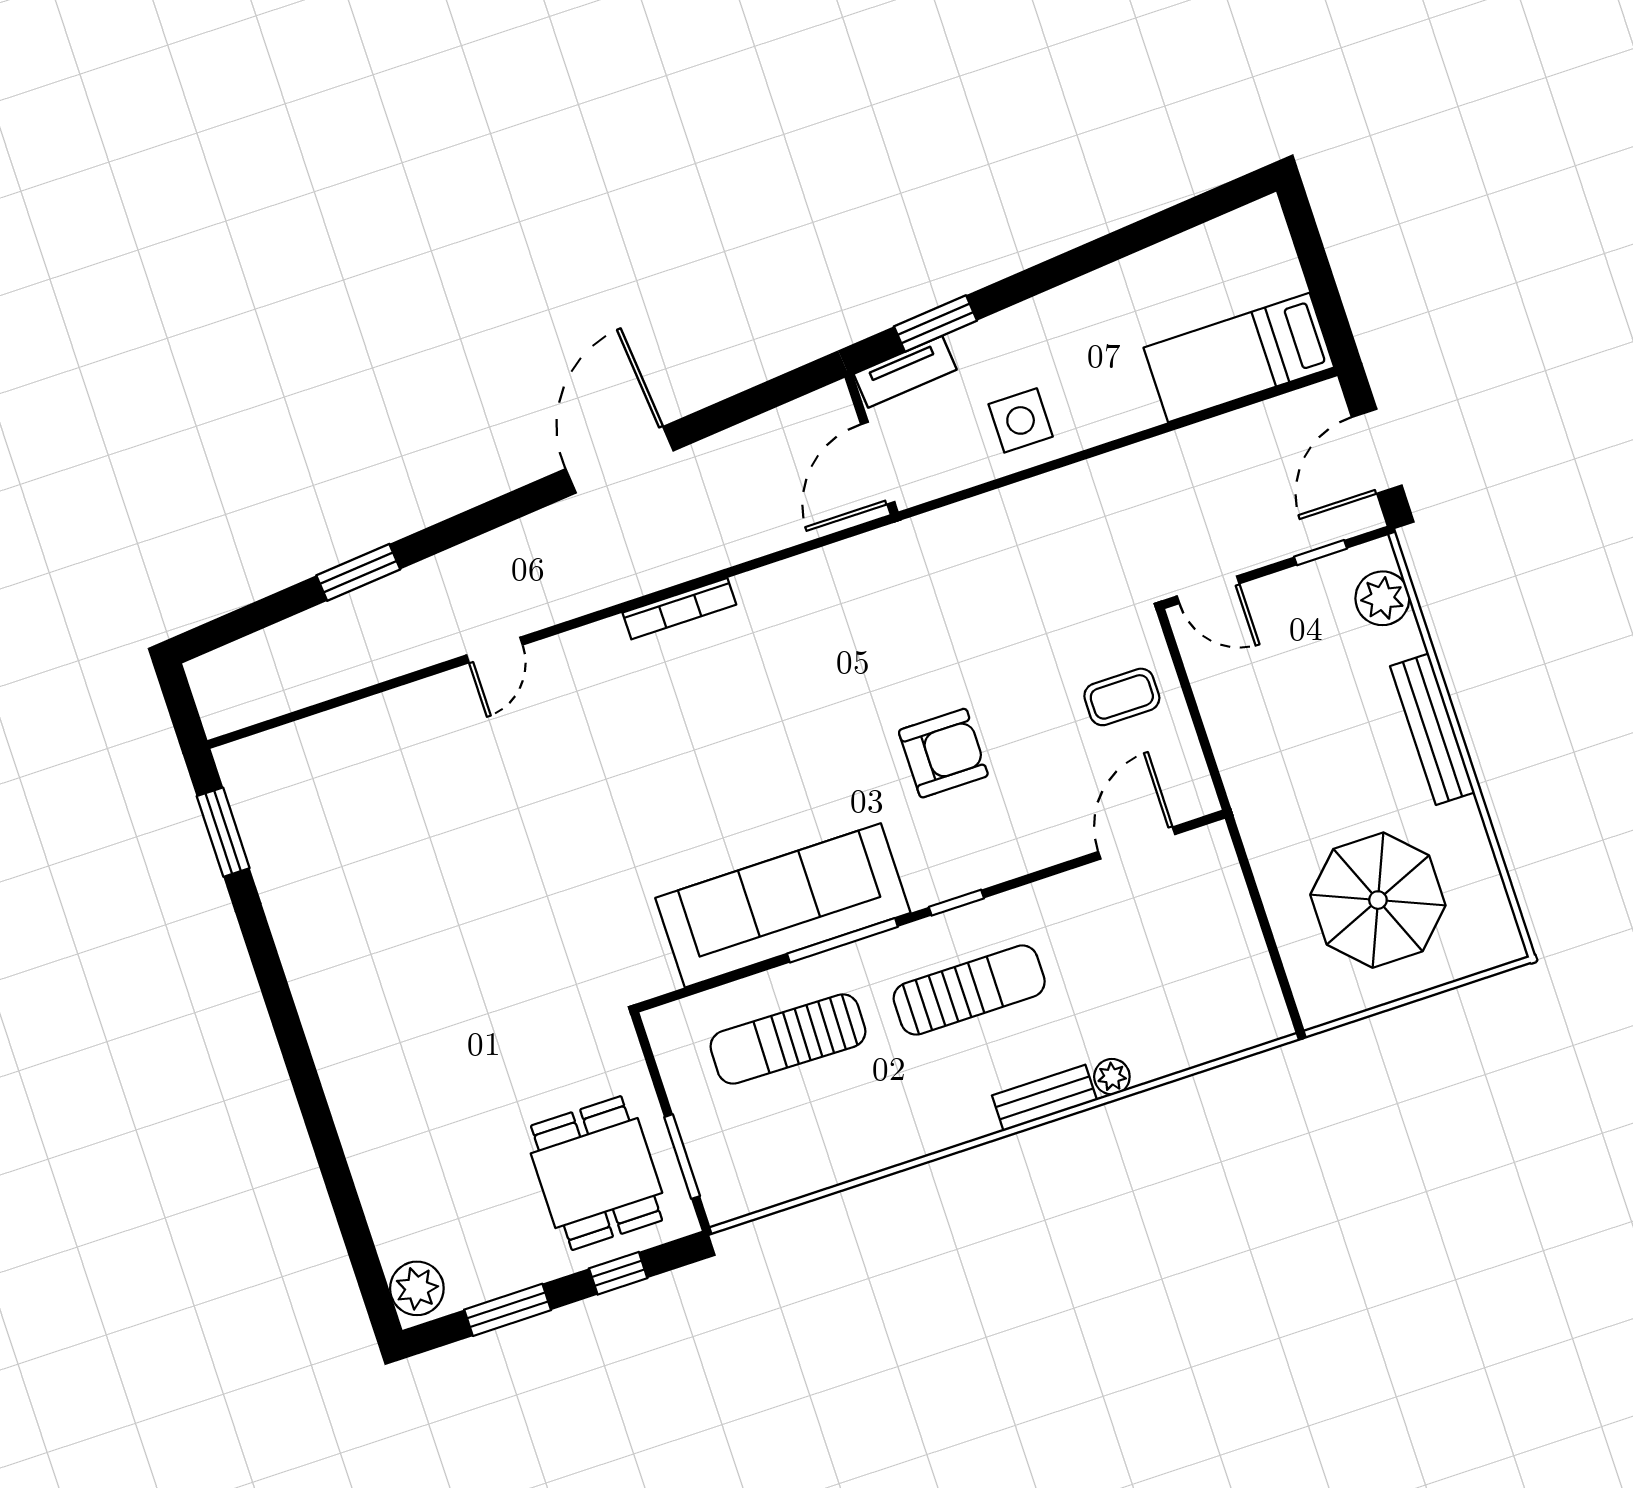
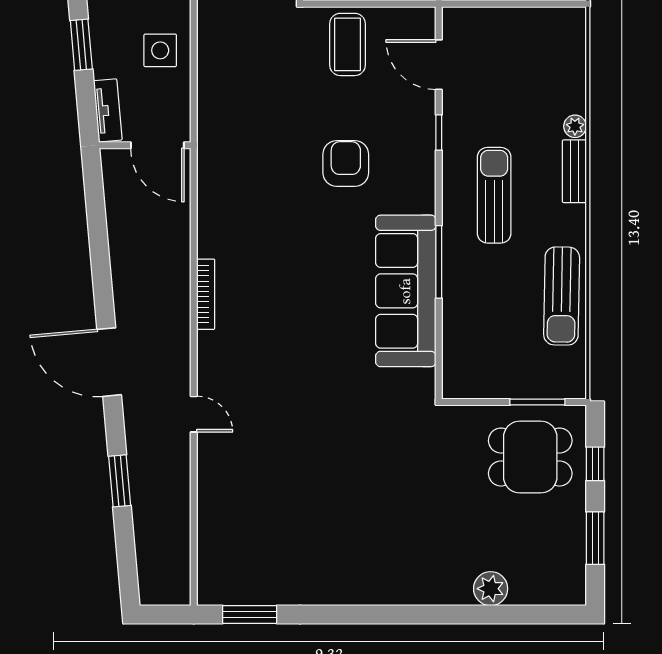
window: (935, 323) -> (81, 45), moved
door: (619, 460) -> (109, 362), moved
coffee table: (1122, 697) -> (348, 44), width x1.36, depth x1.30
window: (956, 903) -> (439, 133), moved
sun lounger: (788, 1039) -> (562, 296), moved
plant: (417, 1288) -> (491, 589), moved

